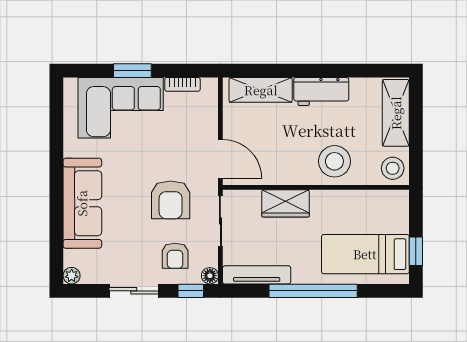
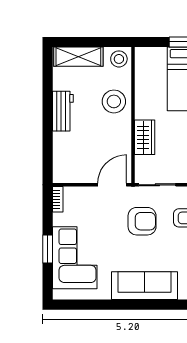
bookcase: (183, 84) -> (58, 199), moved
shelving: (261, 90) -> (62, 155), removed

